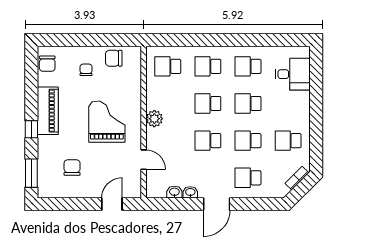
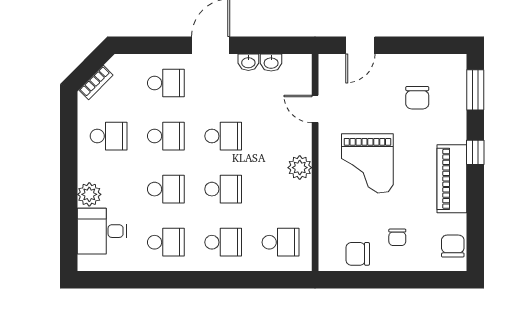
chair: (114, 58) -> (358, 254), turned 180
plant: (302, 100) -> (89, 194), added

